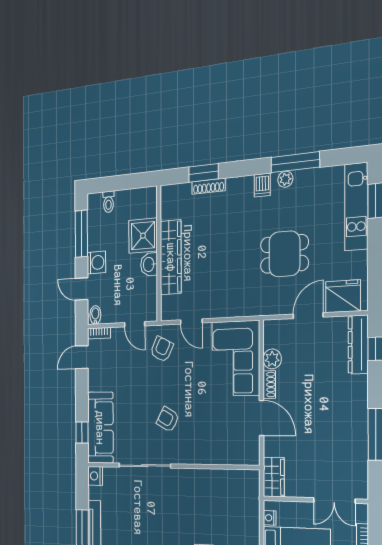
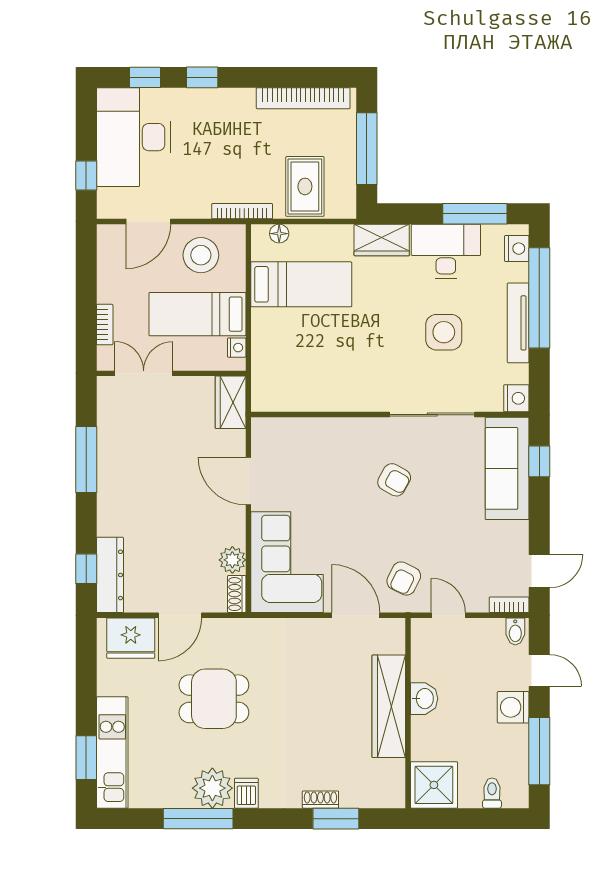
plant: (285, 179) -> (212, 788), width x1.88, depth x1.88
shoe rack: (209, 186) -> (320, 800), width x0.70
shower: (143, 236) -> (434, 785), moved
door: (191, 321) -> (356, 615), width x1.38
shoe rack: (269, 385) -> (237, 594), moved
side table: (138, 523) -> (444, 332), added

